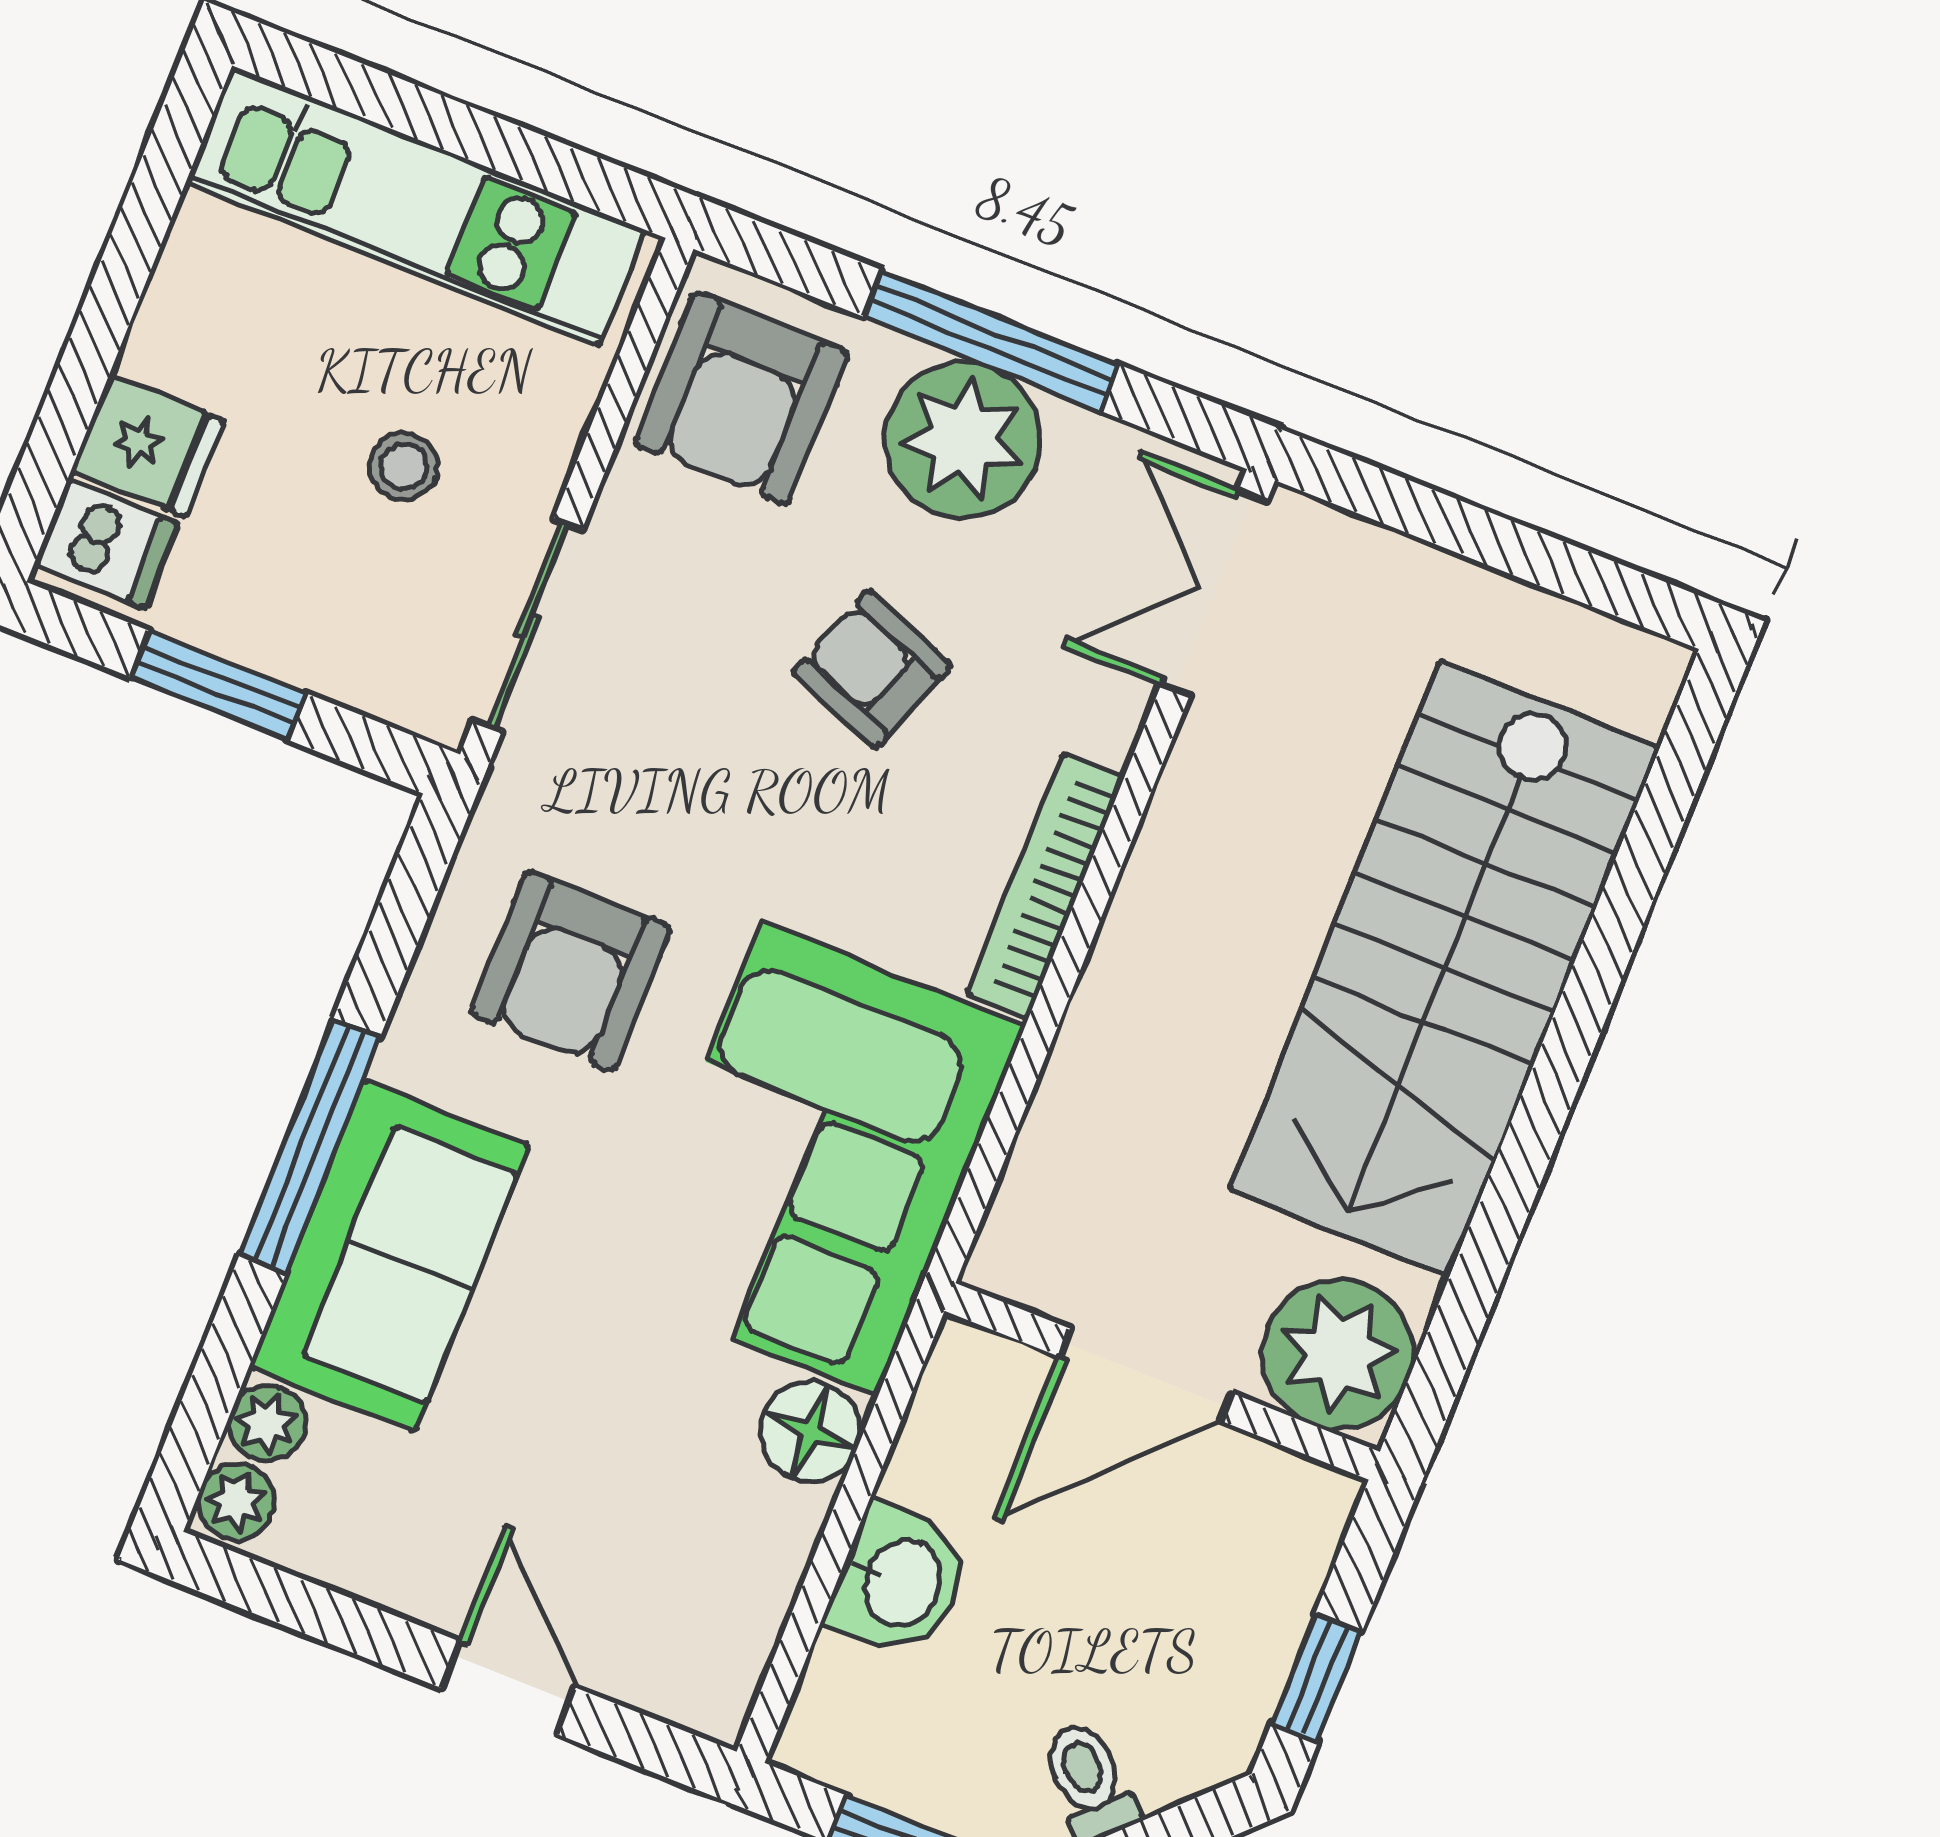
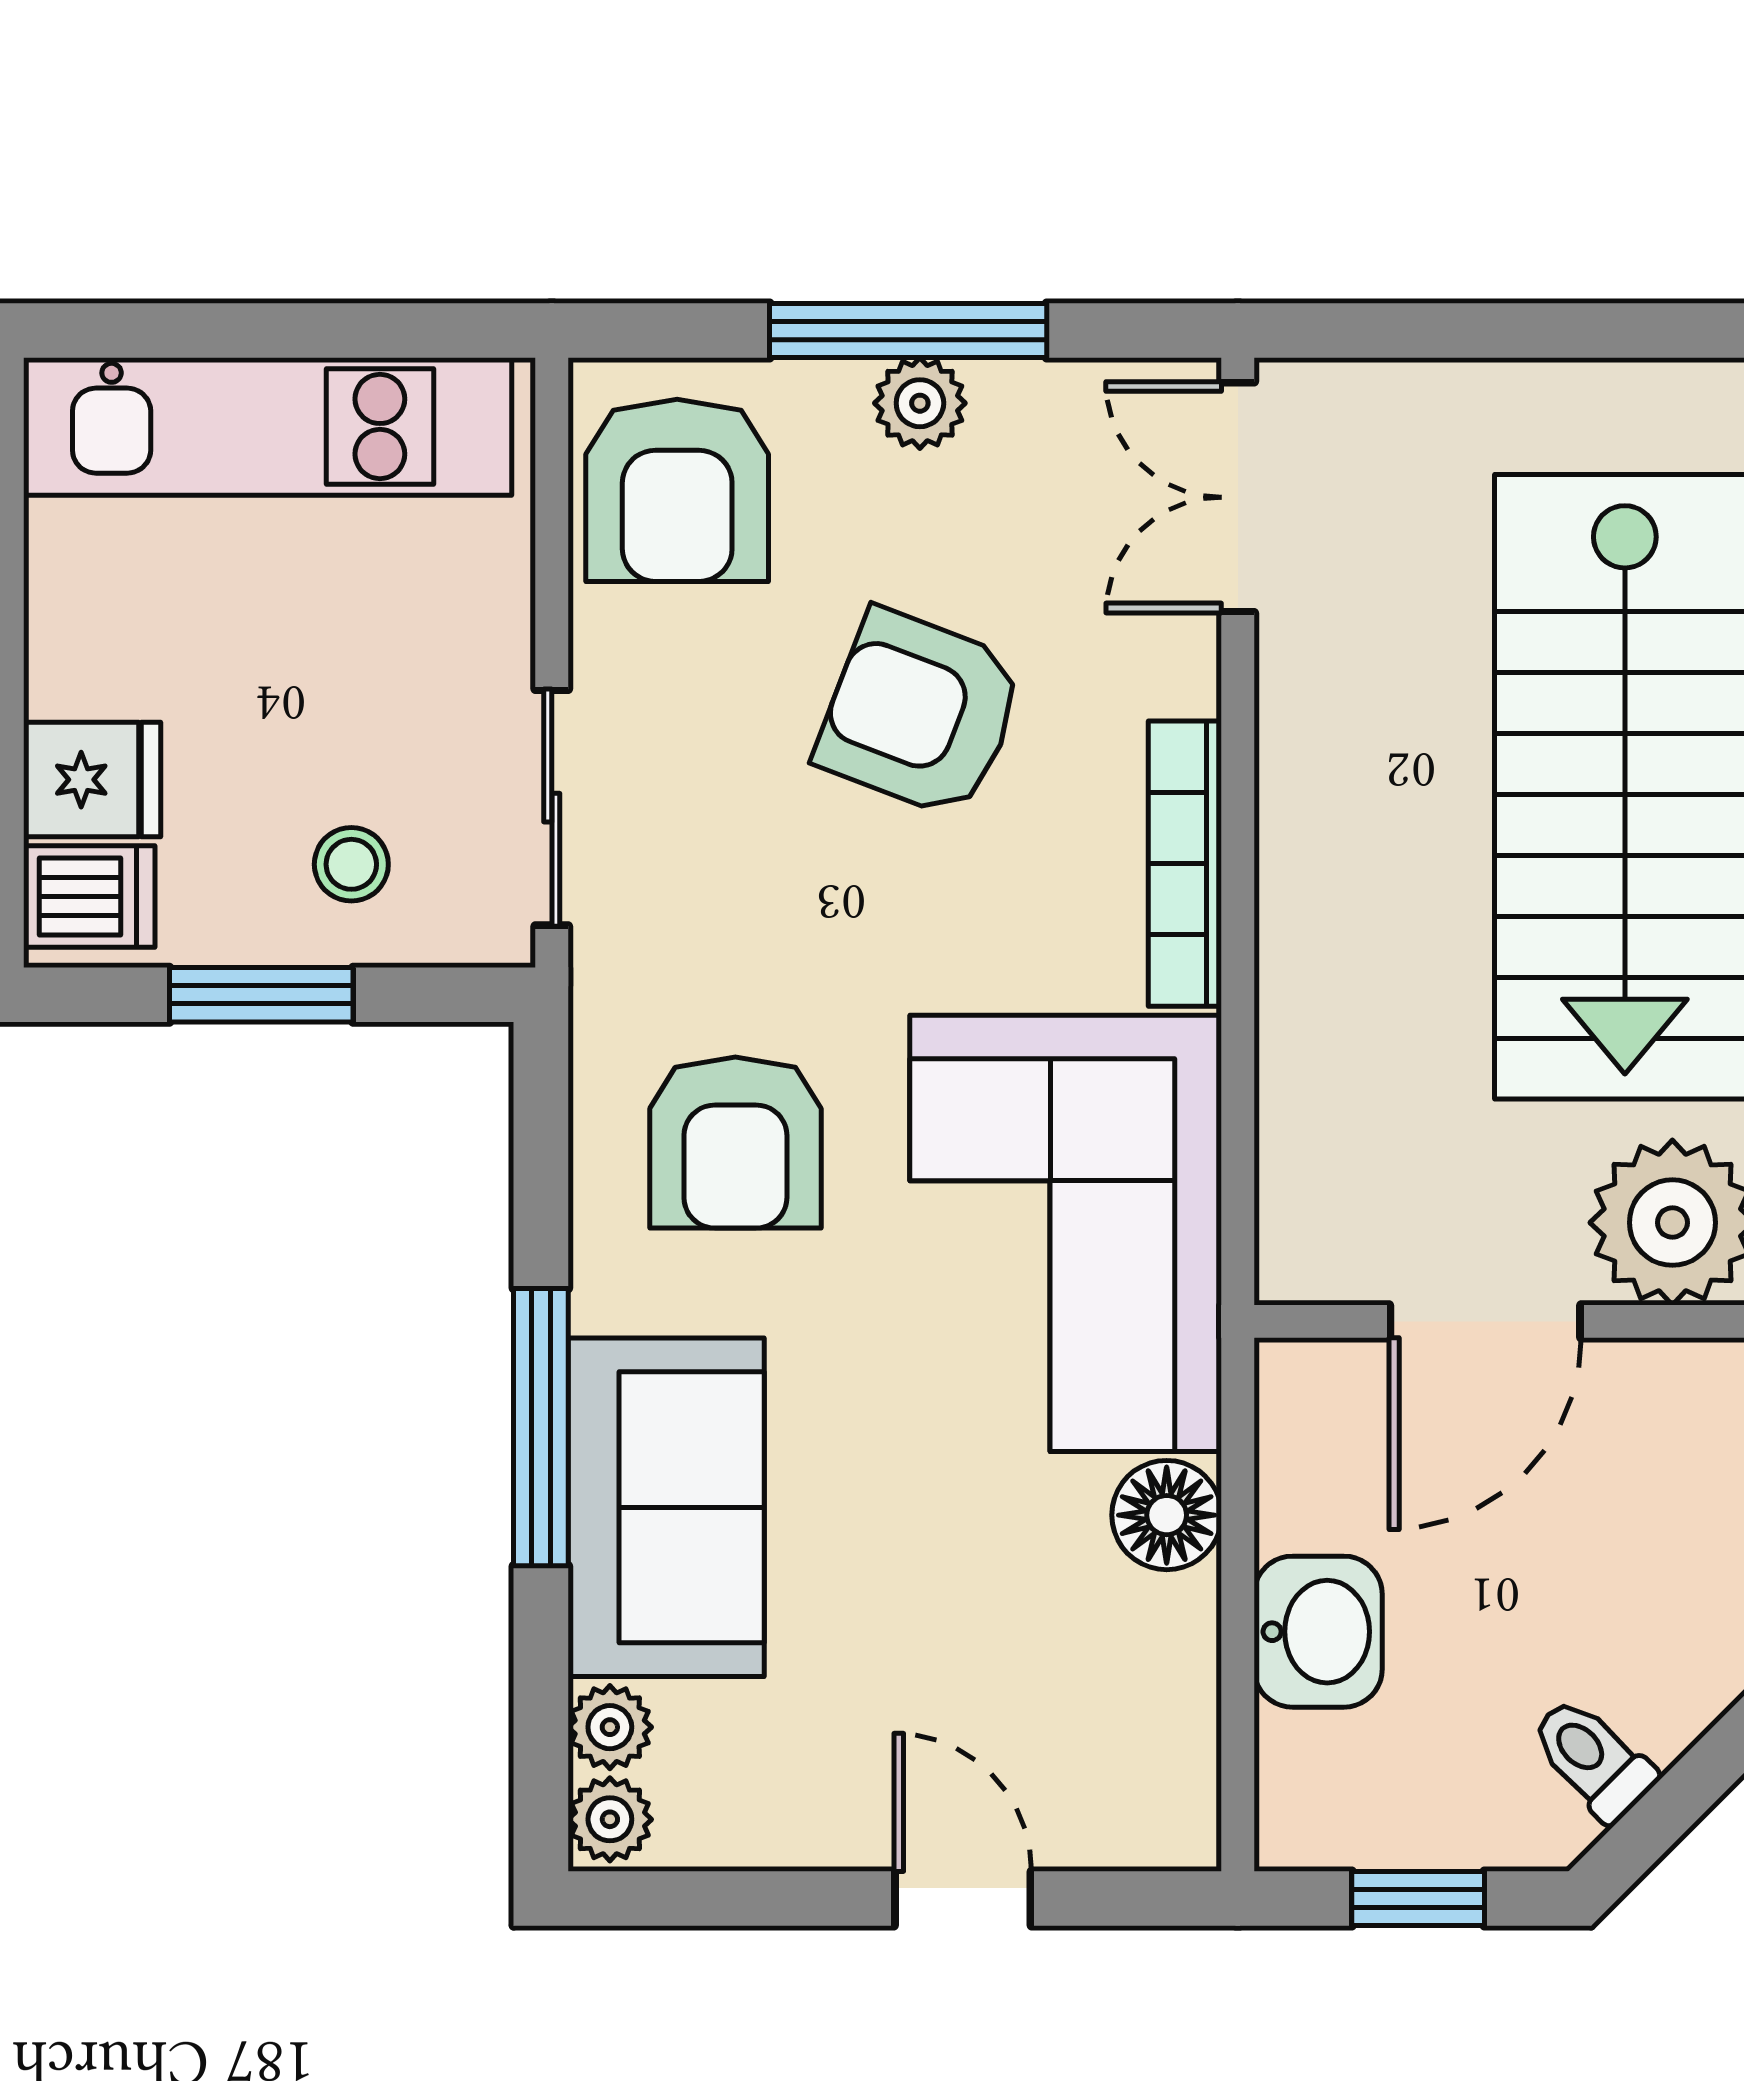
plant: (963, 440) -> (920, 403), width x0.53, depth x0.53
stool: (404, 466) -> (351, 864), moved
armchair: (872, 669) -> (920, 713), width x1.38, depth x1.38

